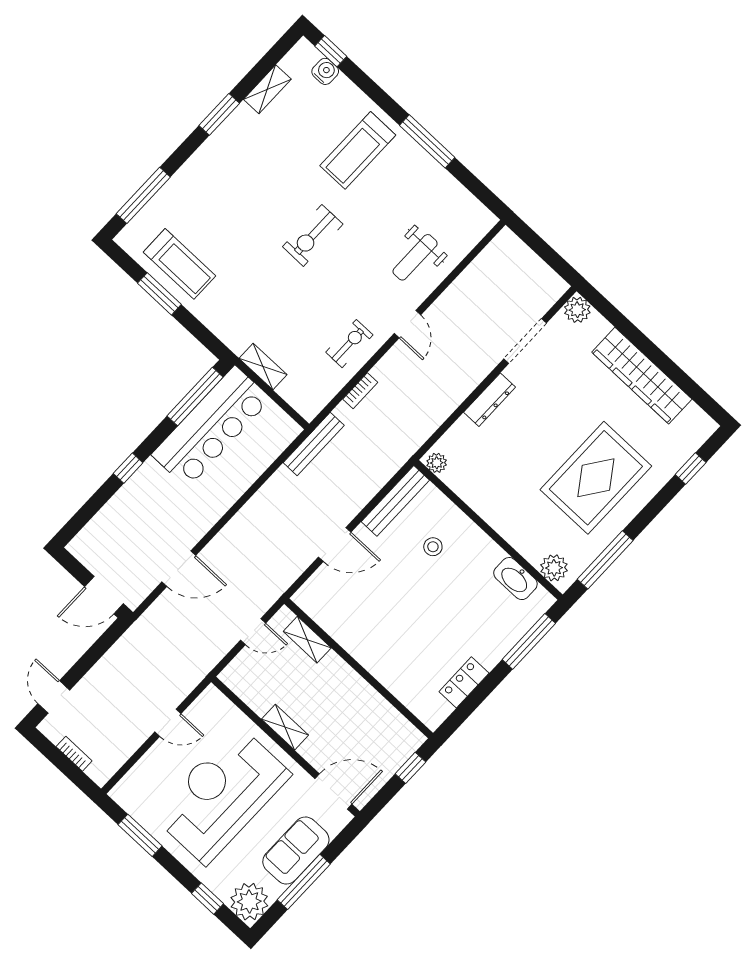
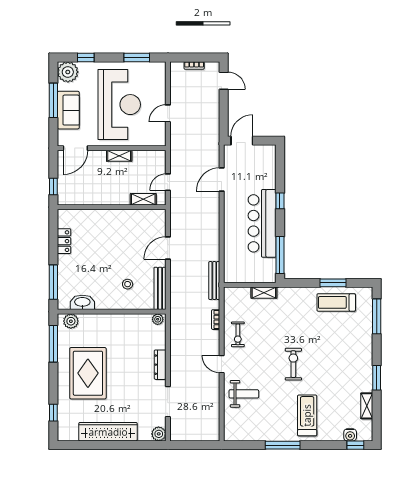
weight bench: (415, 257) -> (244, 394), turned 90
bar counter: (211, 427) -> (262, 223), moved

